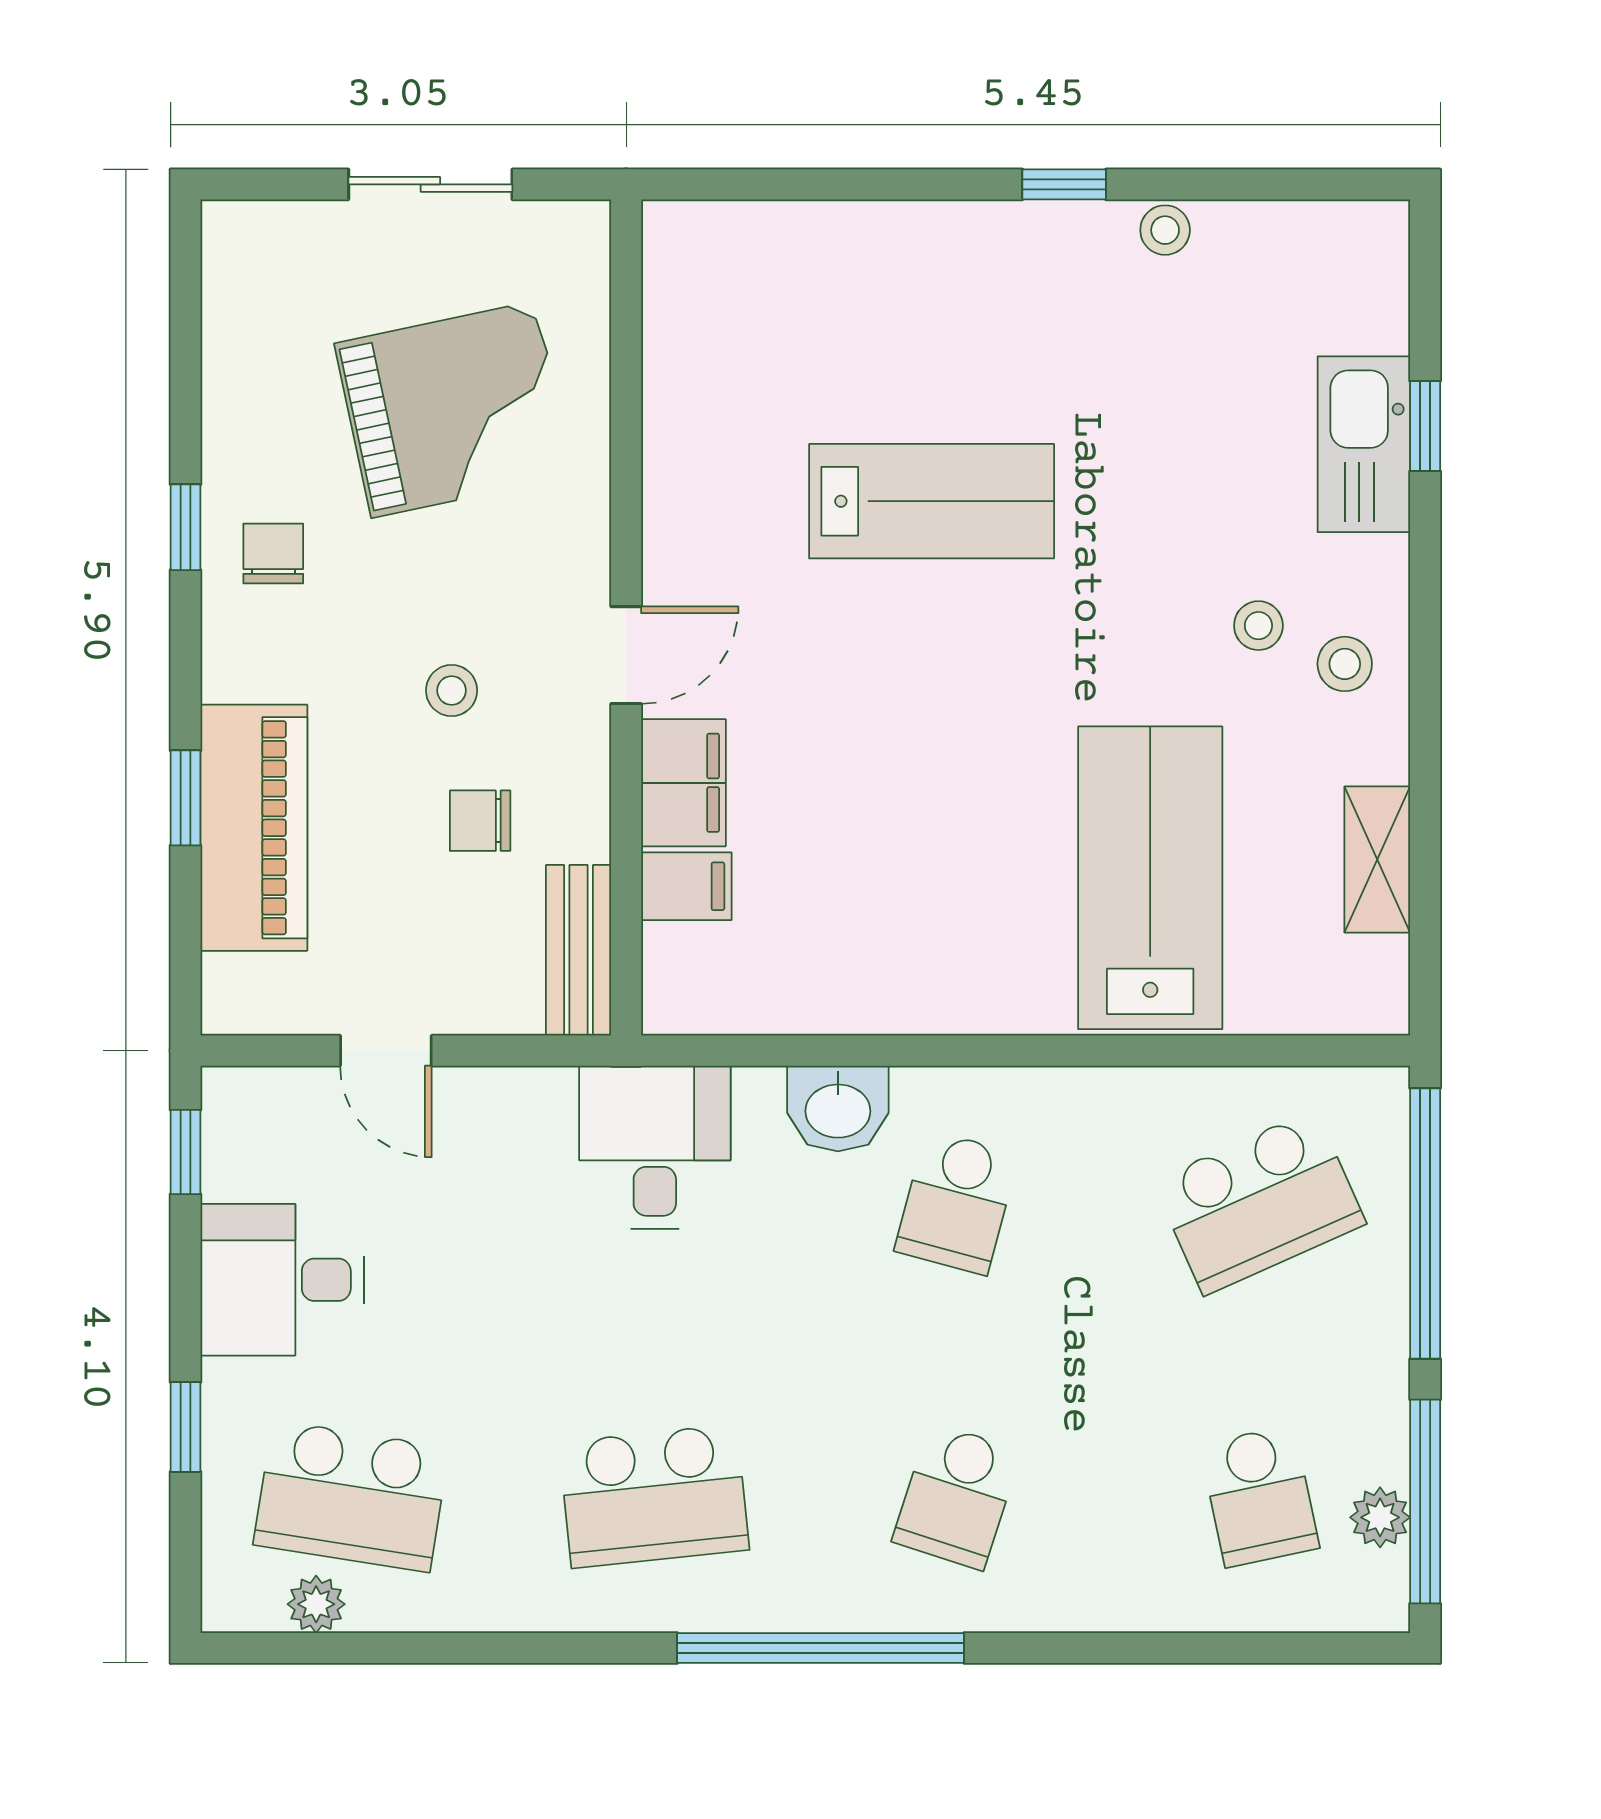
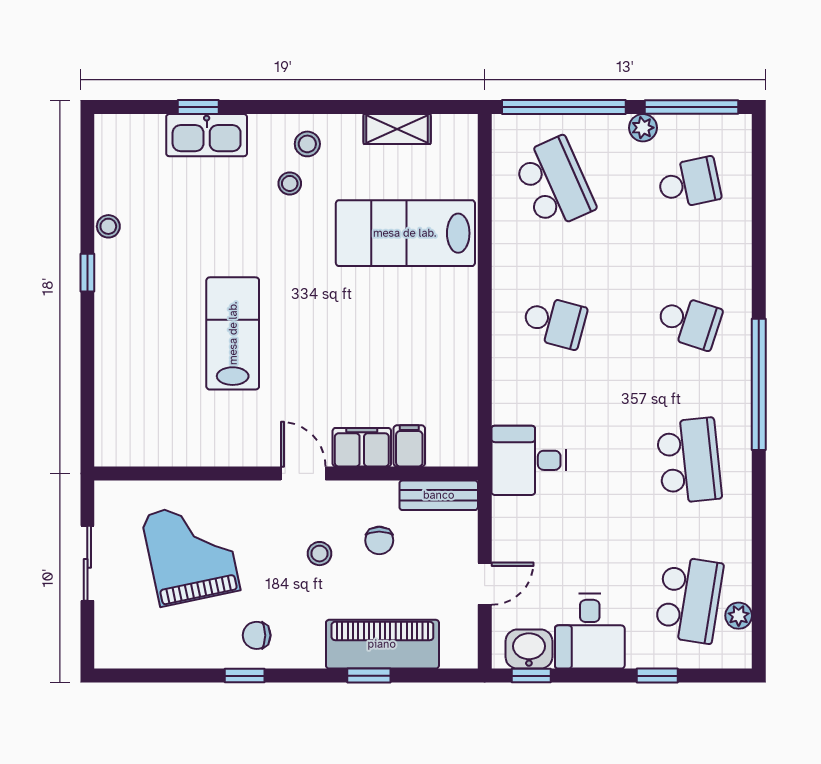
washbasin: (838, 1108) -> (529, 649), moved, turned -90
plant: (1380, 1517) -> (643, 128), moved

